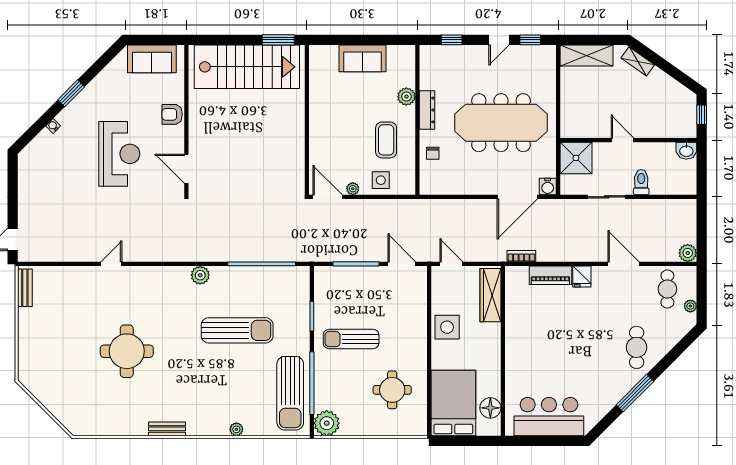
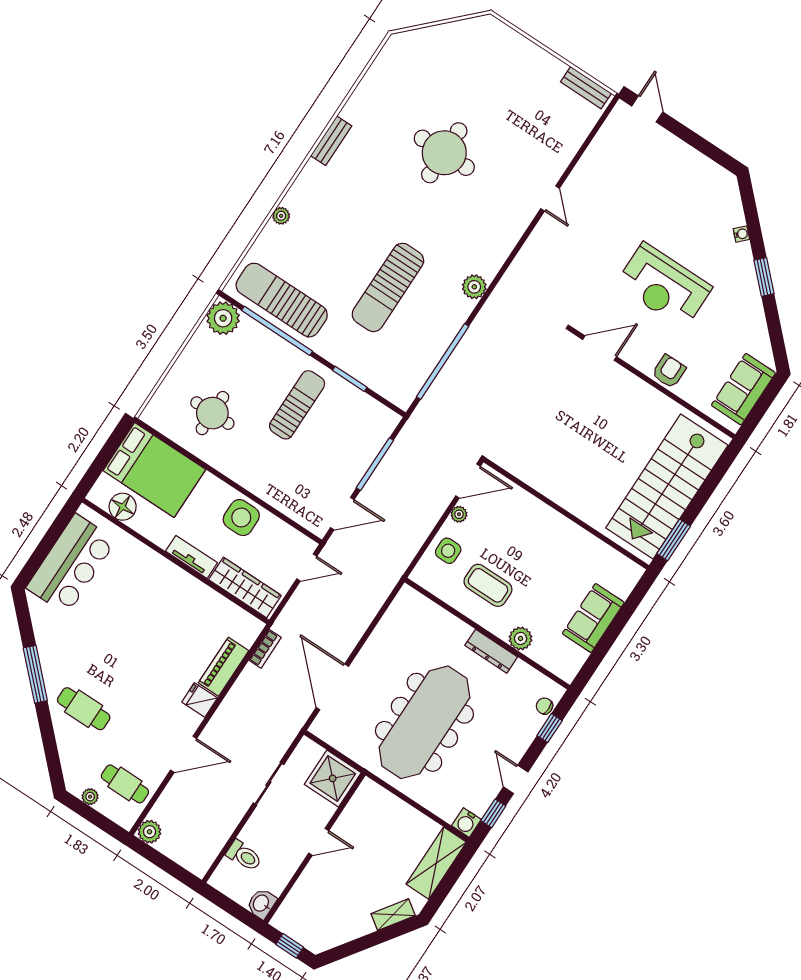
chair: (433, 153) -> (544, 706), moved
toilet: (641, 182) -> (244, 856), moved
water cooler: (548, 187) -> (466, 823), moved, turned -90
tv unit: (493, 342) -> (191, 557), added

